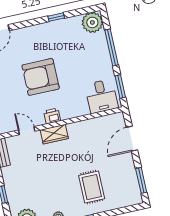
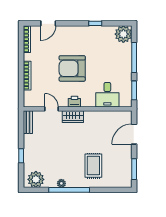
desk: (102, 96) -> (107, 95), moved

